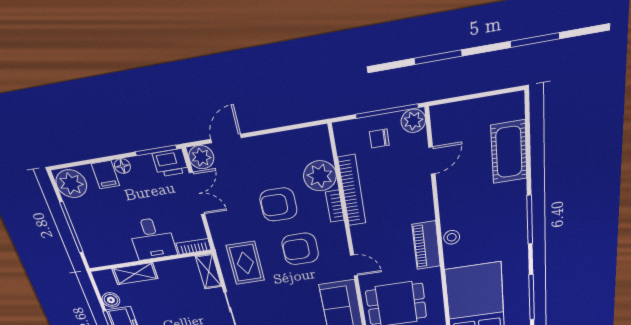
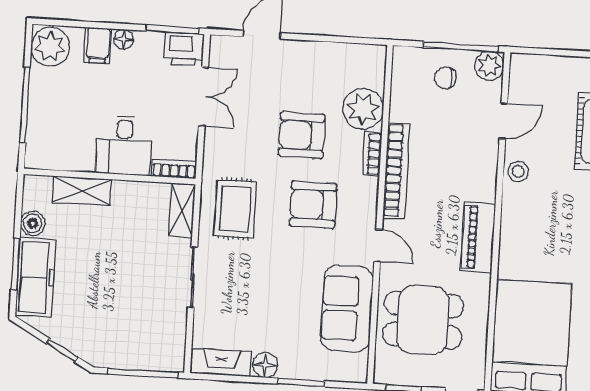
plant: (201, 157) -> (224, 51), removed
bookcase: (352, 191) -> (396, 171), moved
stool: (452, 237) -> (518, 171), moved

